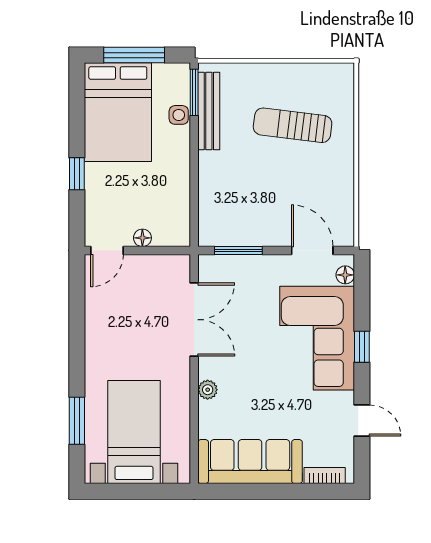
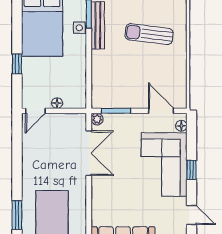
plant: (208, 390) -> (97, 119), moved

